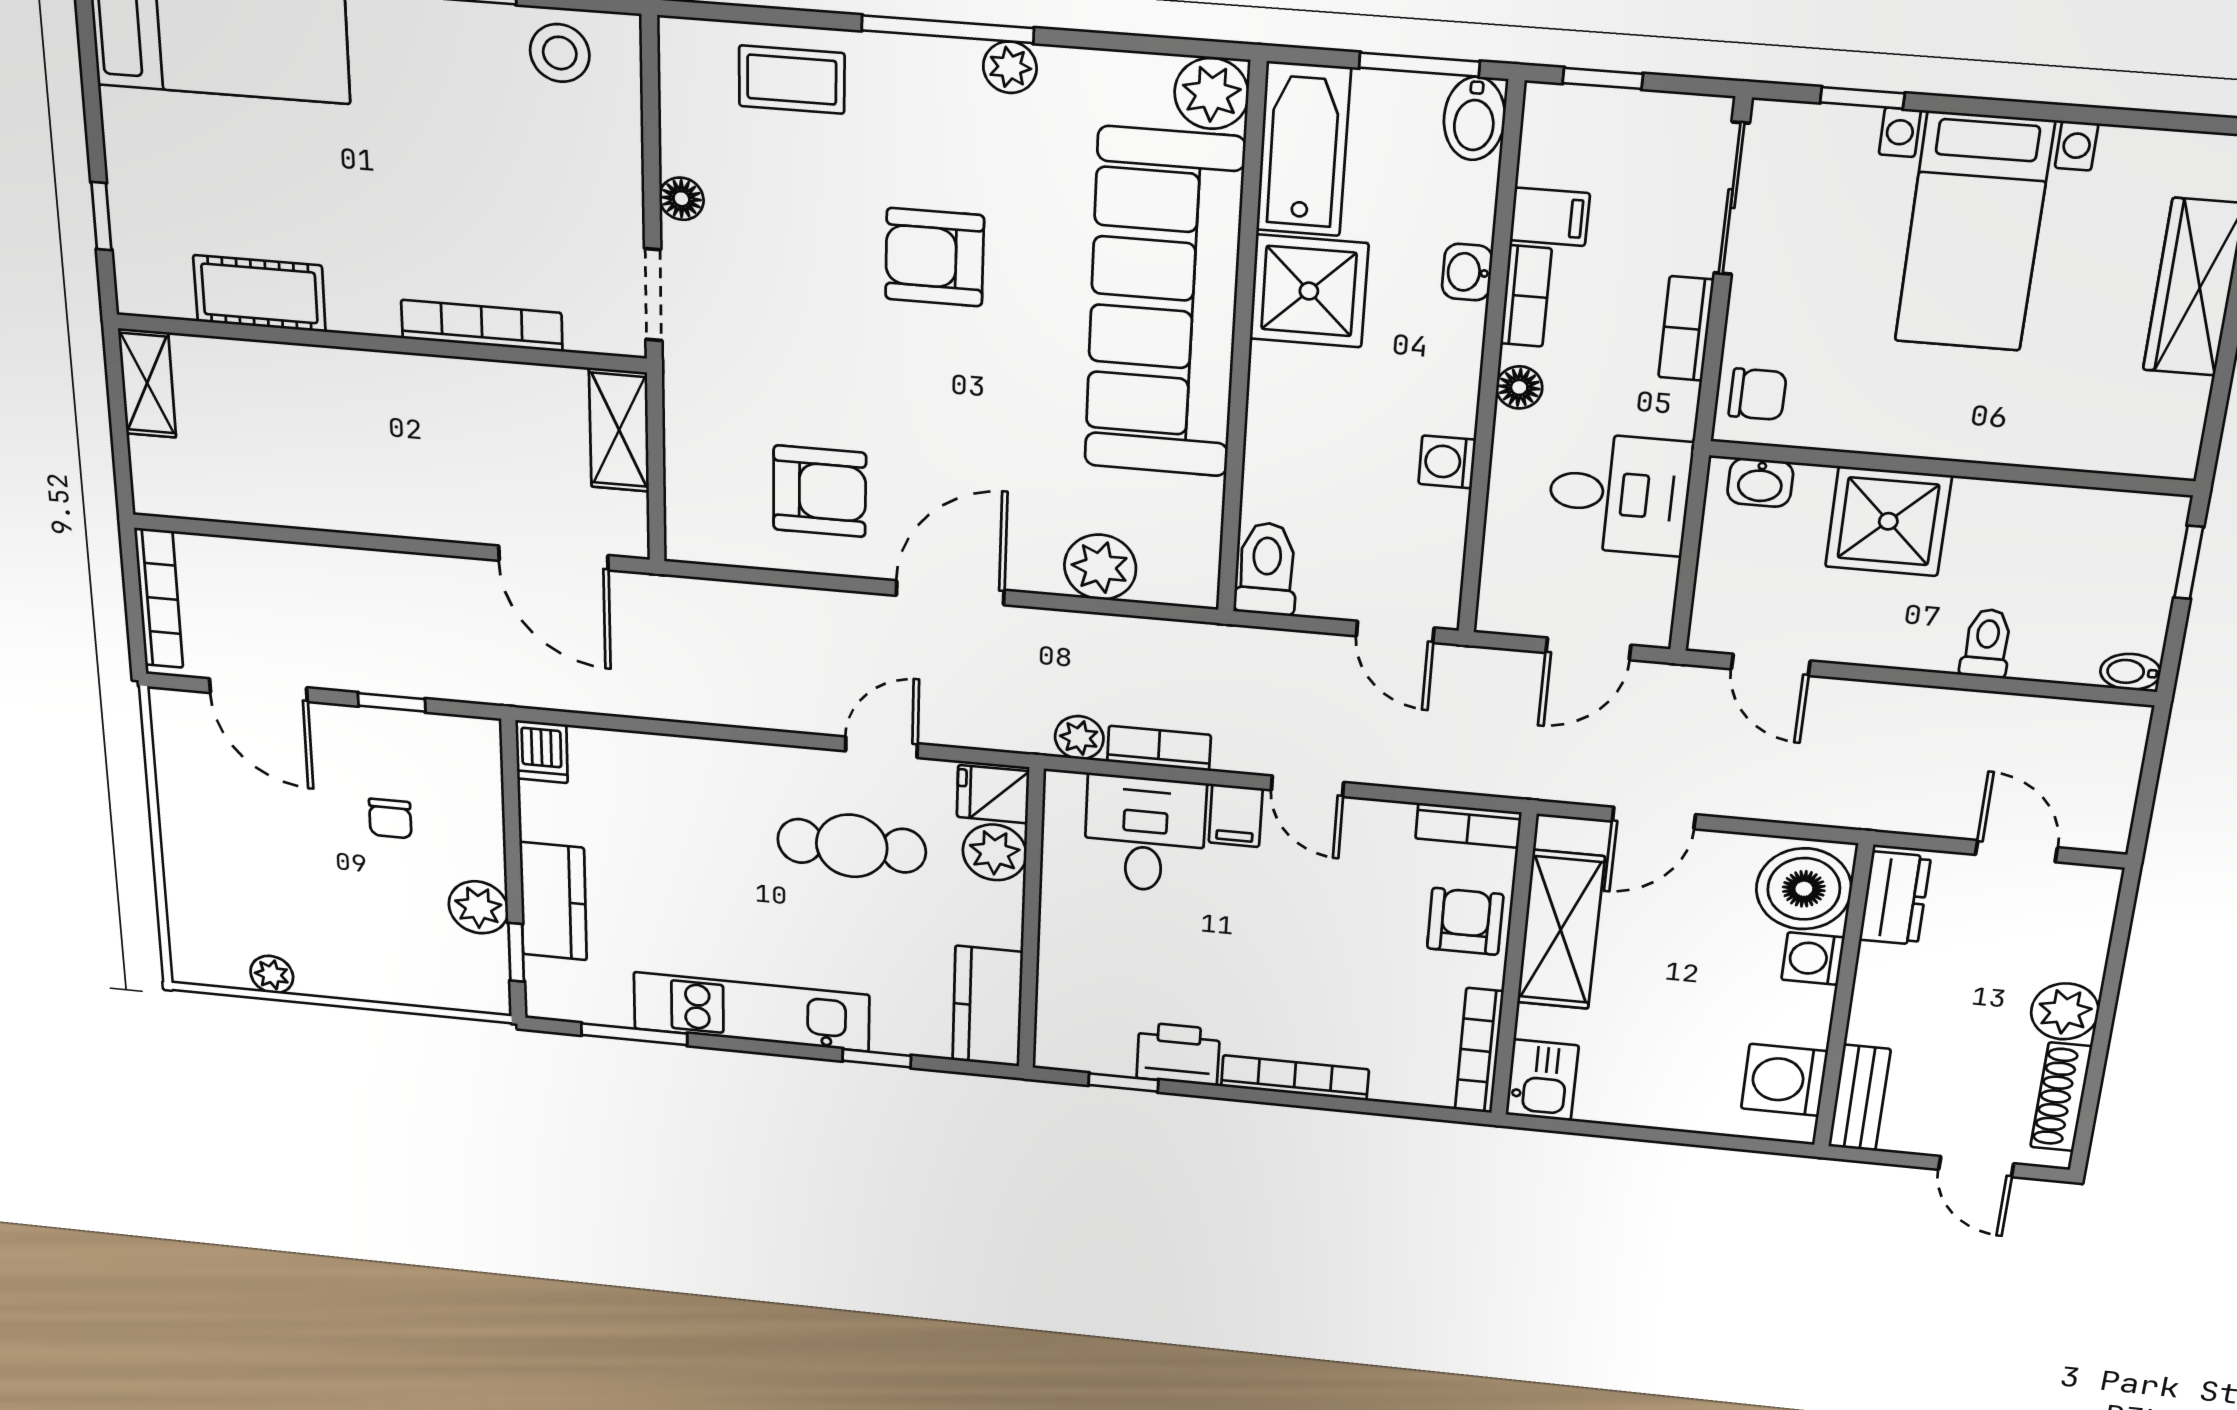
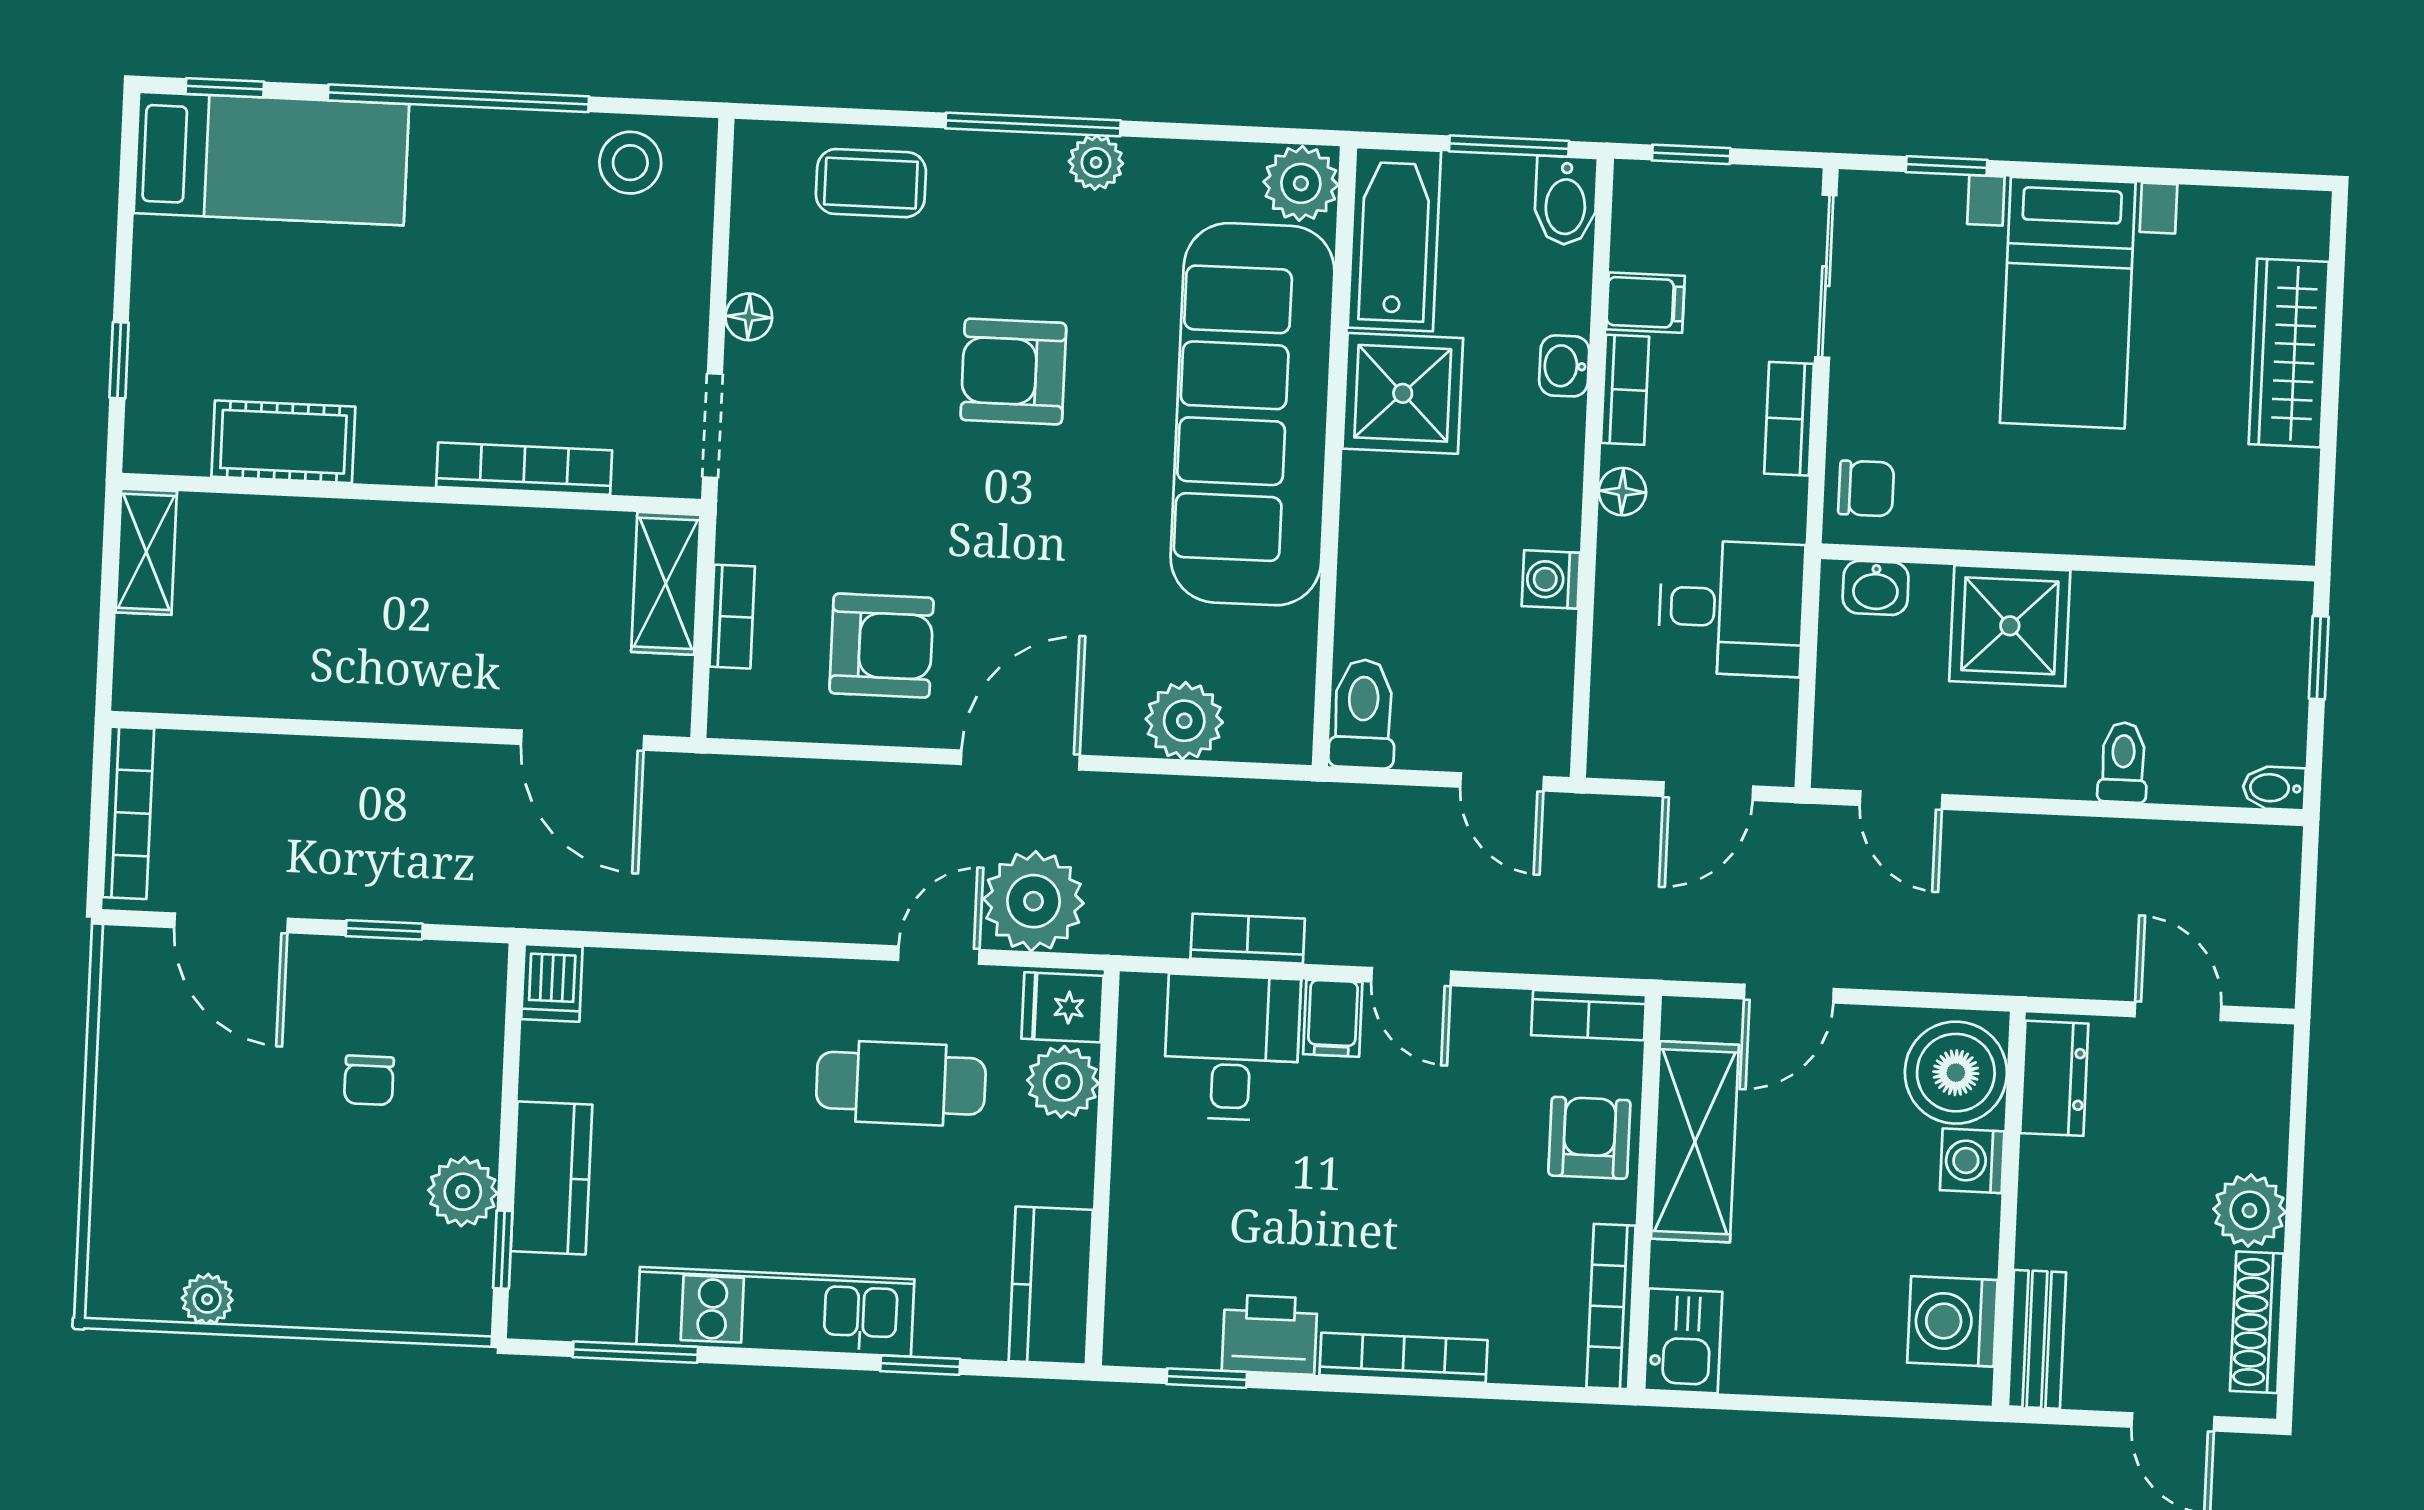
bookcase: (682, 461) -> (732, 617), added
plant: (1079, 738) -> (1033, 901), moved, width x1.87, depth x1.87

